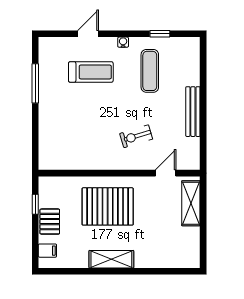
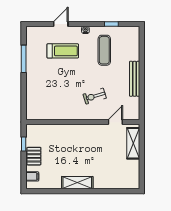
pallet: (108, 206) -> (75, 145), removed

